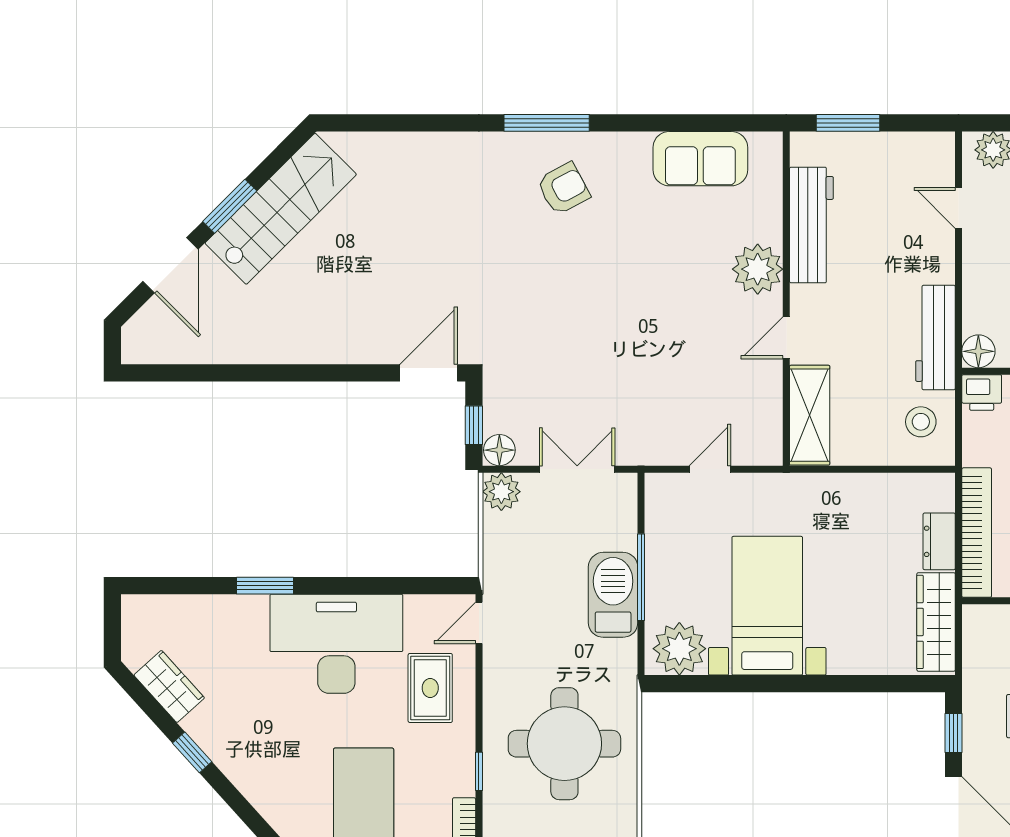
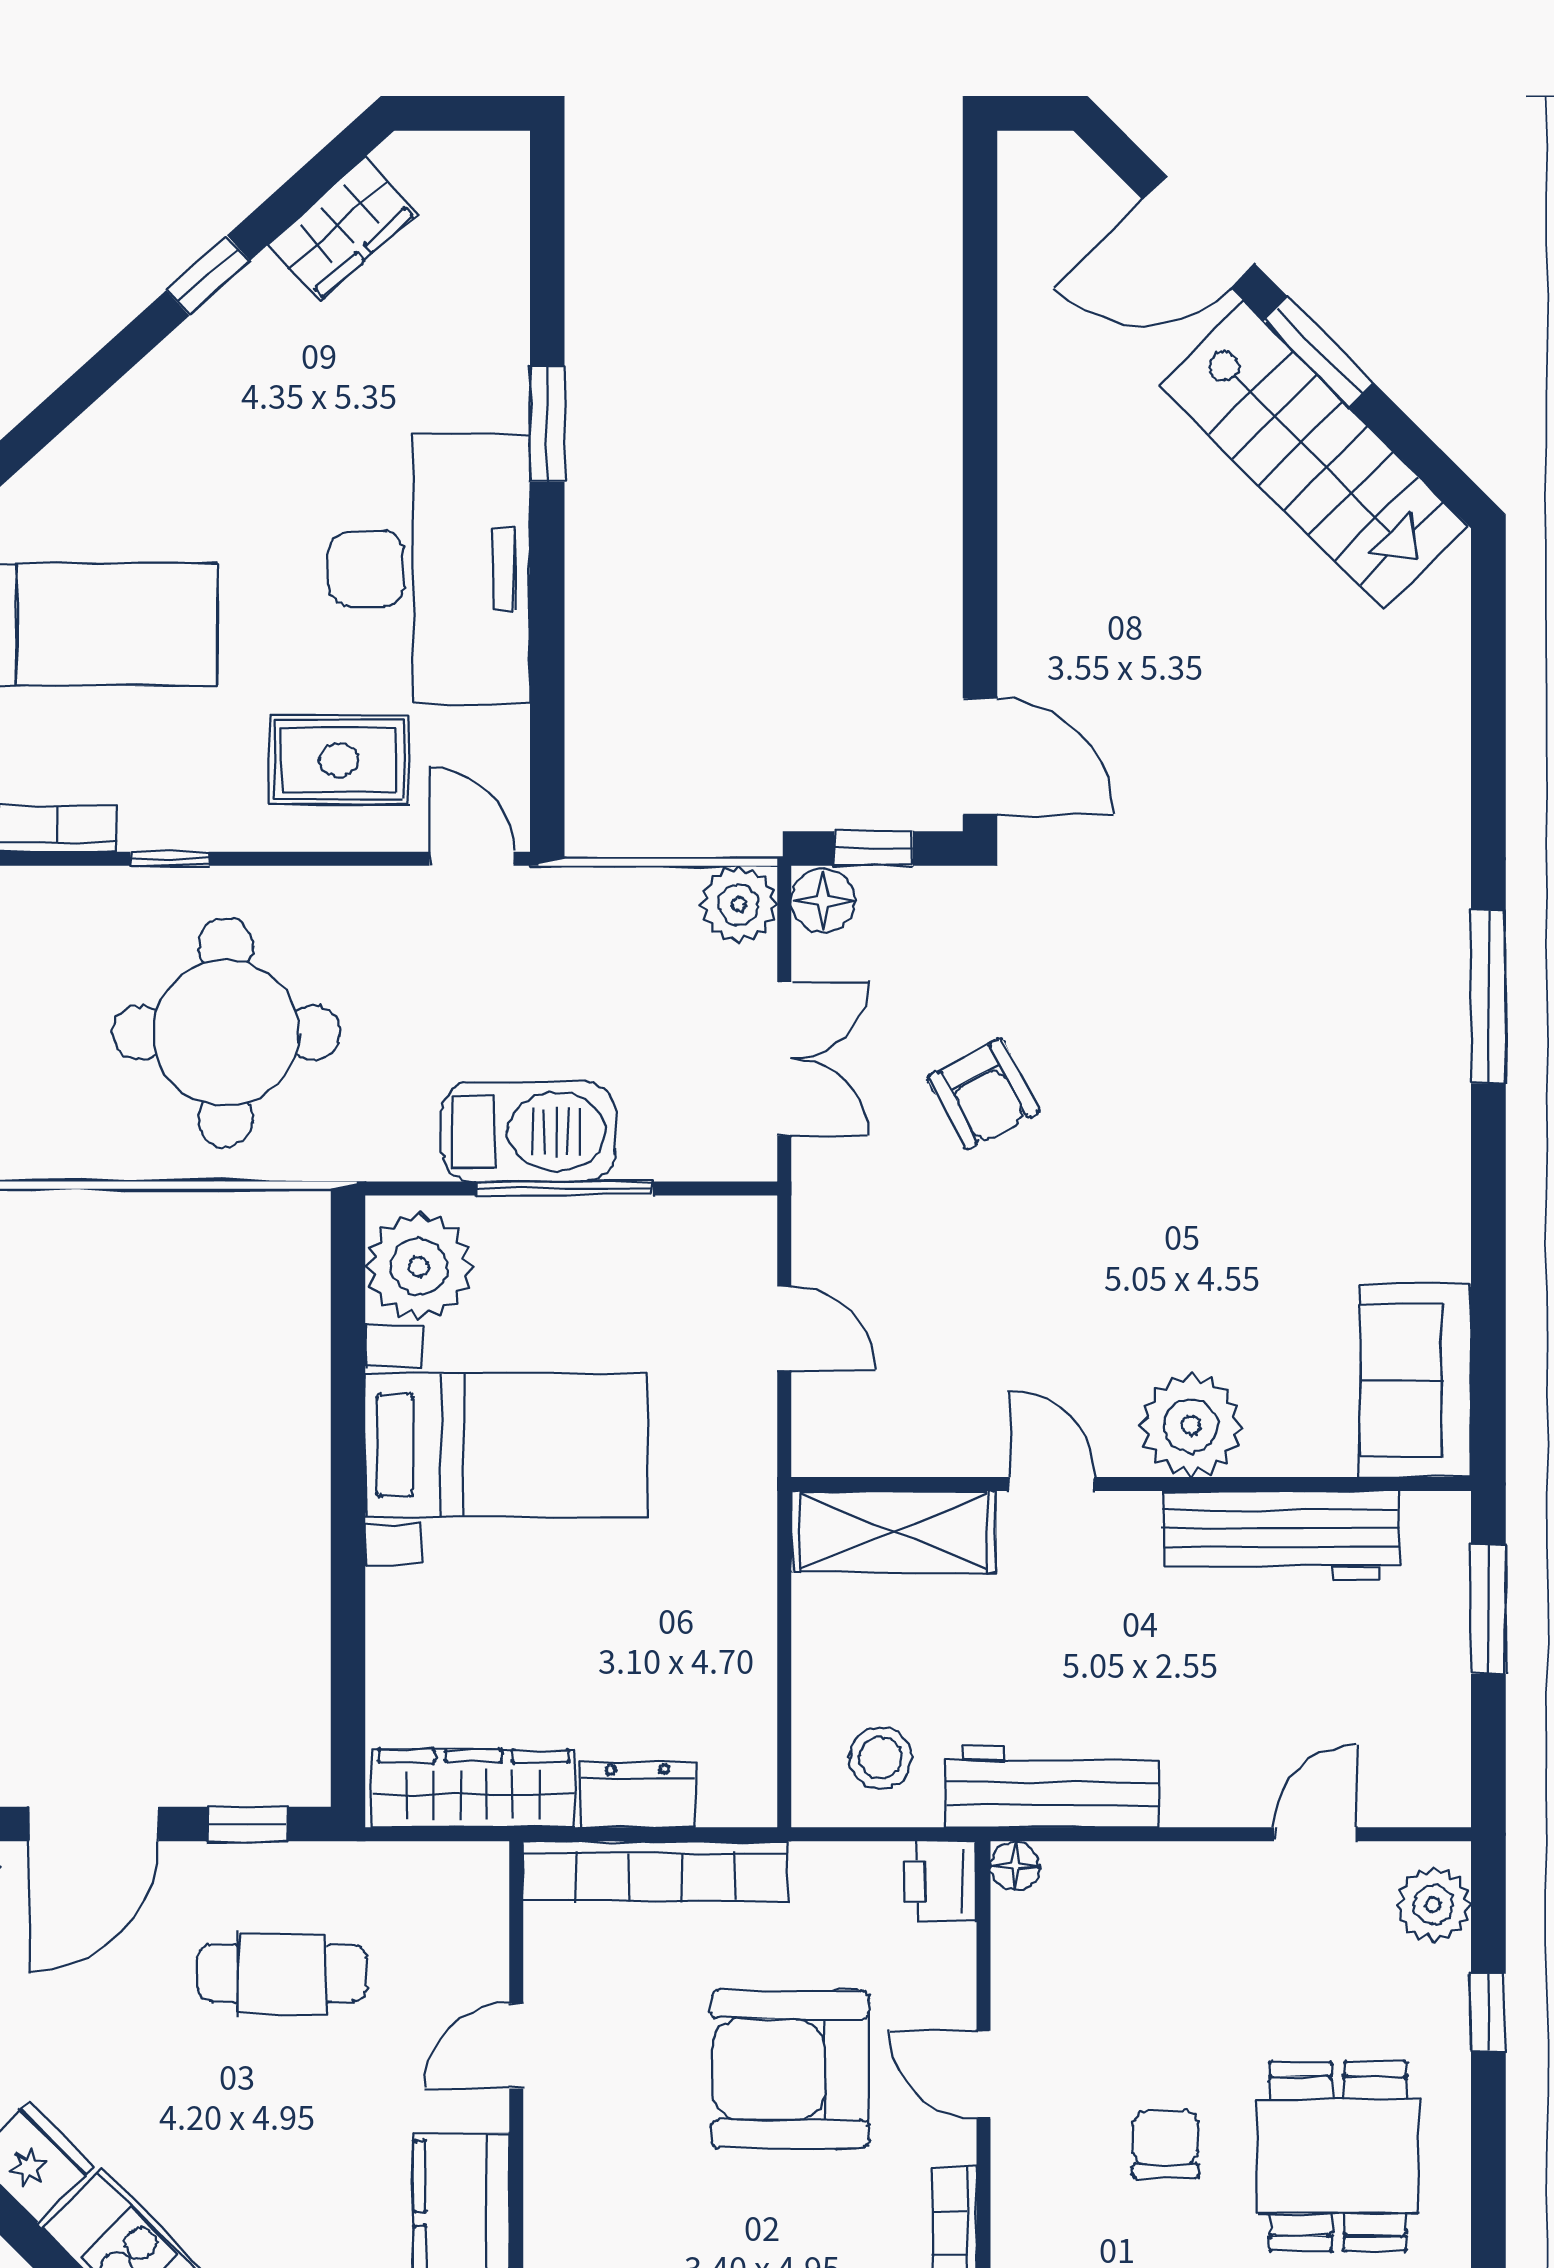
sofa: (700, 159) -> (1416, 1381), moved
armchair: (563, 189) -> (984, 1094), moved
floor lamp: (978, 351) -> (1015, 1866), width x0.73, depth x0.73

